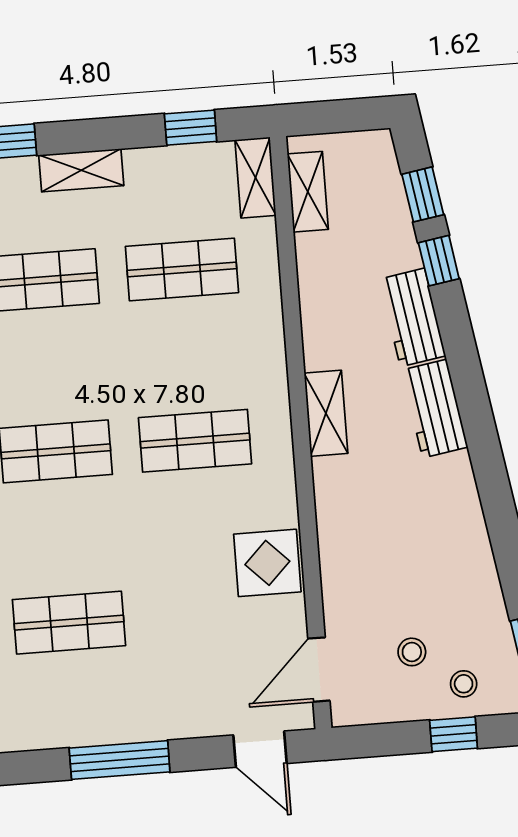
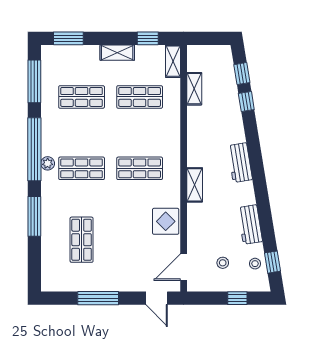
shelving: (81, 170) -> (117, 53), moved
shelving: (308, 192) -> (194, 89), moved
workbench: (412, 317) -> (250, 225), moved
shelving: (326, 413) -> (195, 185), moved
shop shelf: (69, 623) -> (82, 240), turned 90
stool: (464, 684) -> (255, 264), moved

